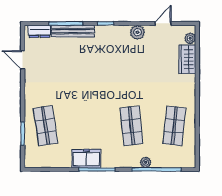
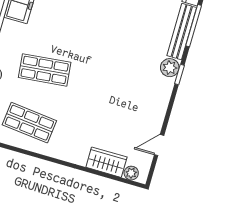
door: (163, 23) -> (159, 145), swing flipped
plant: (137, 32) -> (170, 68), moved

